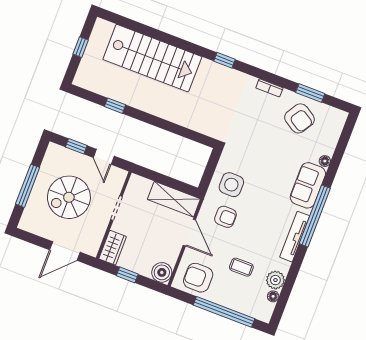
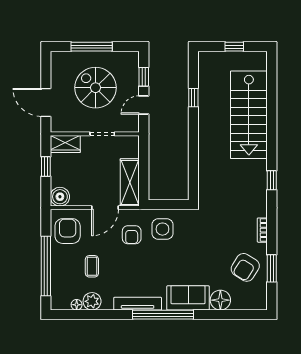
floor lamp: (325, 161) -> (220, 300), width x1.89, depth x1.89

